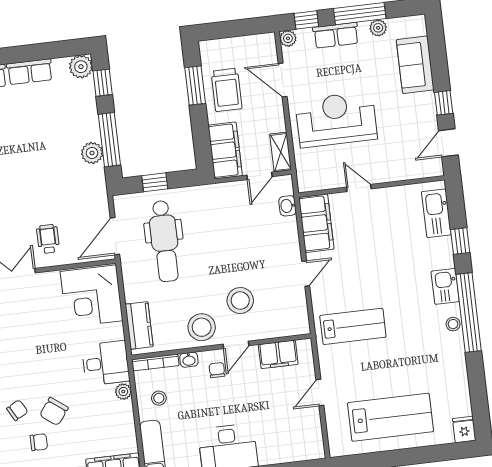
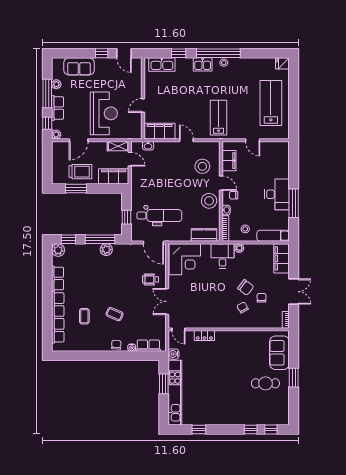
reception desk: (336, 119) -> (104, 113), turned 180
stool: (240, 301) -> (202, 166), moved

